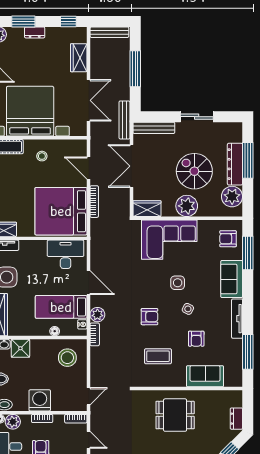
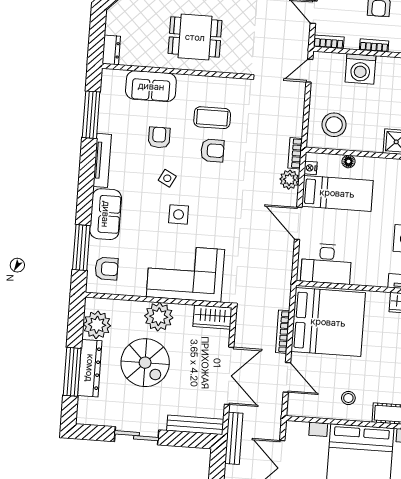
armchair: (149, 317) -> (212, 150), moved, turned 180
washing machine: (40, 400) -> (360, 69), moved
dresser: (236, 419) -> (111, 50), moved

